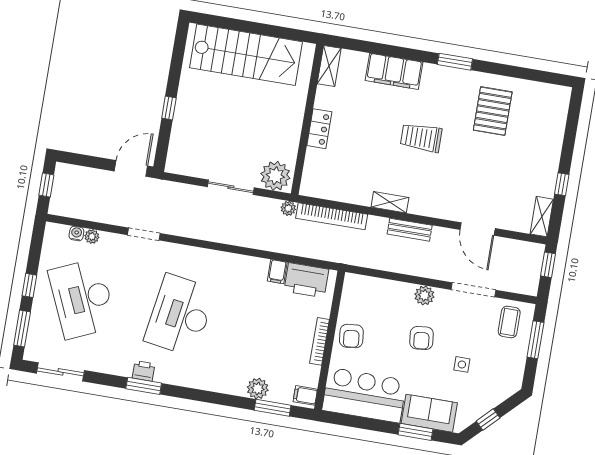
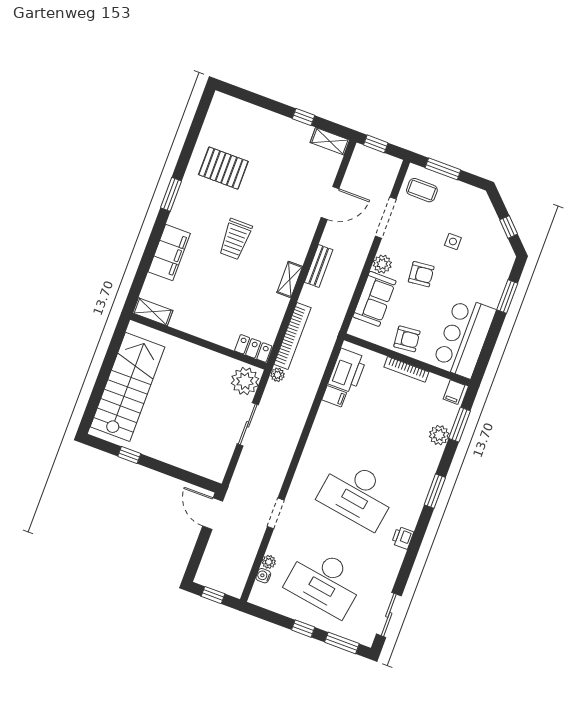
window: (169, 108) -> (129, 455), moved
locker: (319, 129) -> (253, 348), moved
desk: (82, 299) -> (325, 582), turned 33
window: (144, 386) -> (435, 491), moved
sofa: (429, 413) -> (374, 299), moved, turned 180

